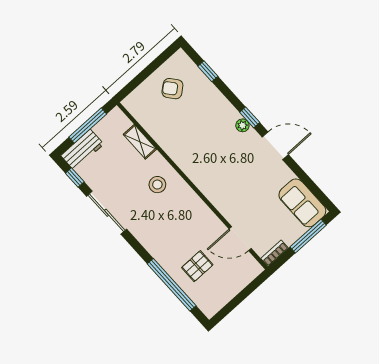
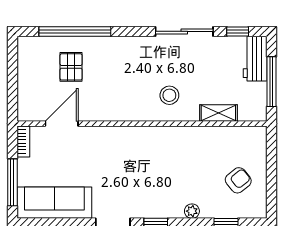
plant: (242, 125) -> (192, 211), moved
sofa: (302, 203) -> (54, 203), width x1.36

